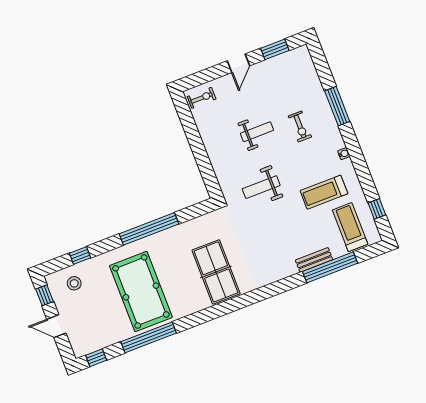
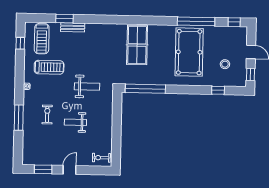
window: (149, 229) -> (145, 89), moved
window: (330, 267) -> (65, 19), width x0.47
stool: (74, 283) -> (225, 64), moved

